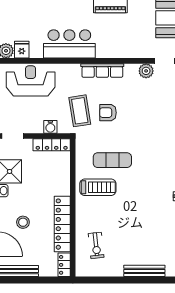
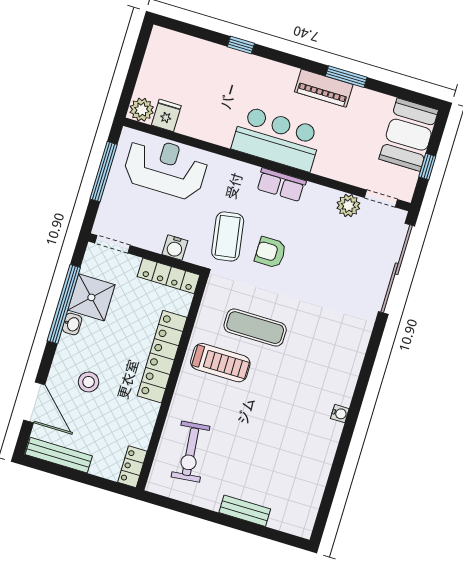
bar counter: (69, 44) -> (277, 139), moved
row of seats: (102, 71) -> (281, 185), width x0.68
locker: (62, 224) -> (162, 357), moved
exercise bike: (96, 245) -> (191, 452), width x1.38, depth x1.39
bench: (144, 271) -> (245, 511), width x0.73

